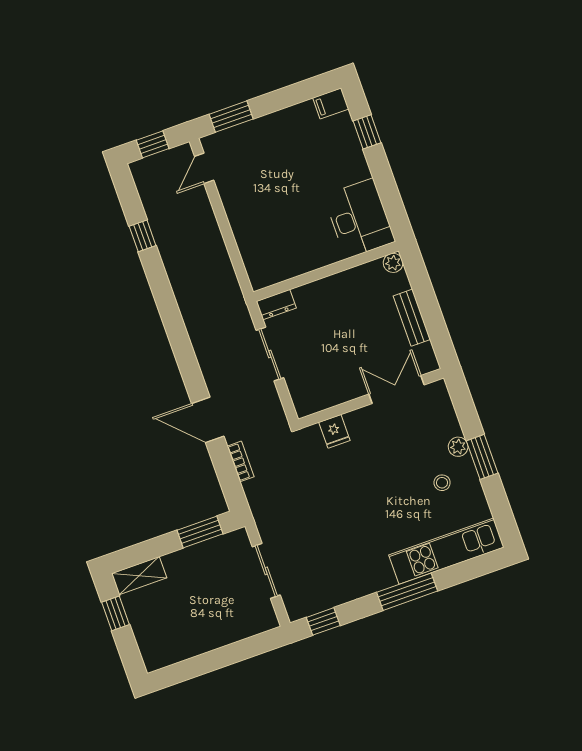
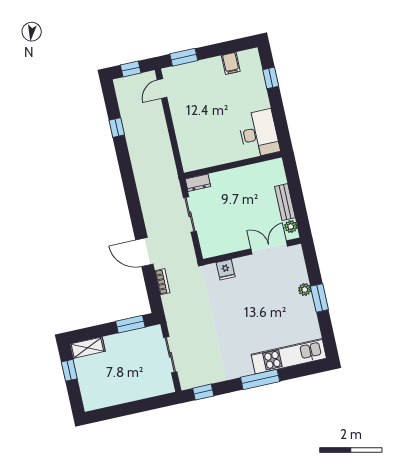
filing cabinet: (331, 103) -> (231, 63), moved, turned -90
plant: (393, 263) -> (291, 227), moved
stool: (442, 483) -> (291, 312), removed

